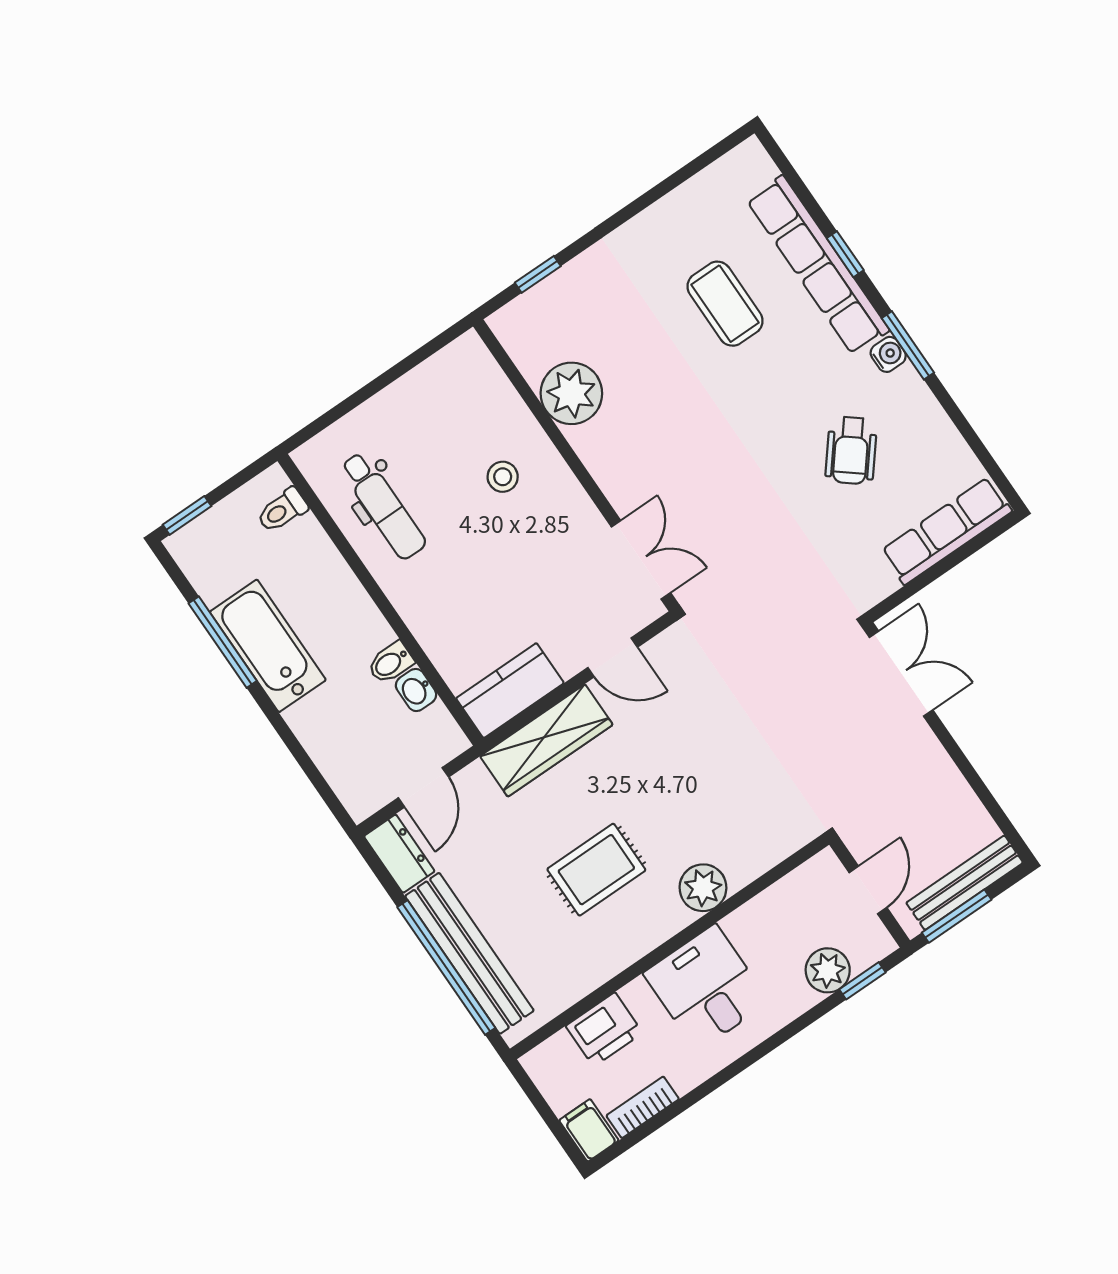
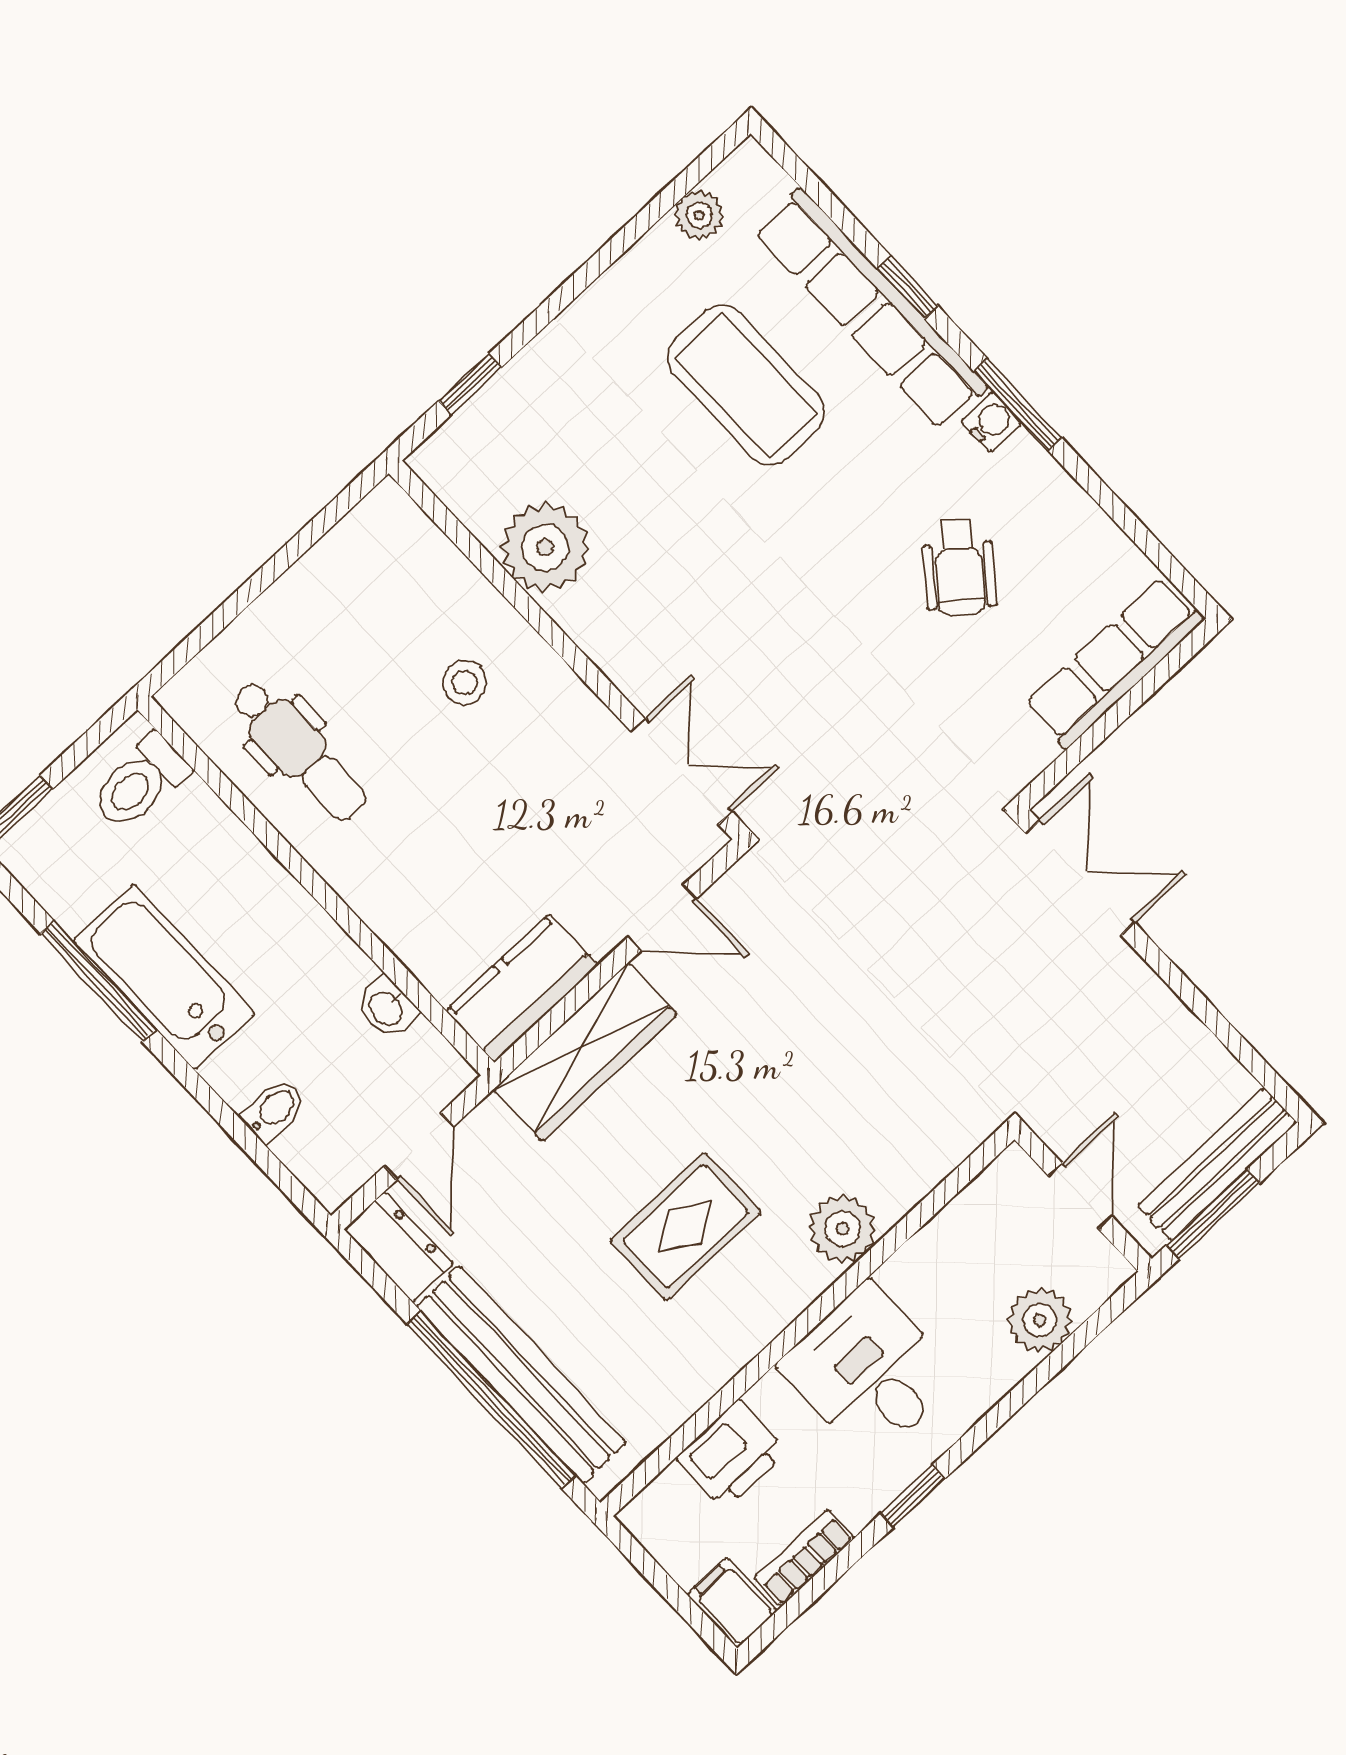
plant: (711, 184) -> (699, 215), added
coffee table: (725, 304) -> (746, 385), width x1.36, depth x1.32
toilet: (282, 510) -> (140, 782), width x1.37, depth x1.39
bidet: (391, 663) -> (274, 1110), moved, turned 180
window: (862, 981) -> (913, 1496), moved

